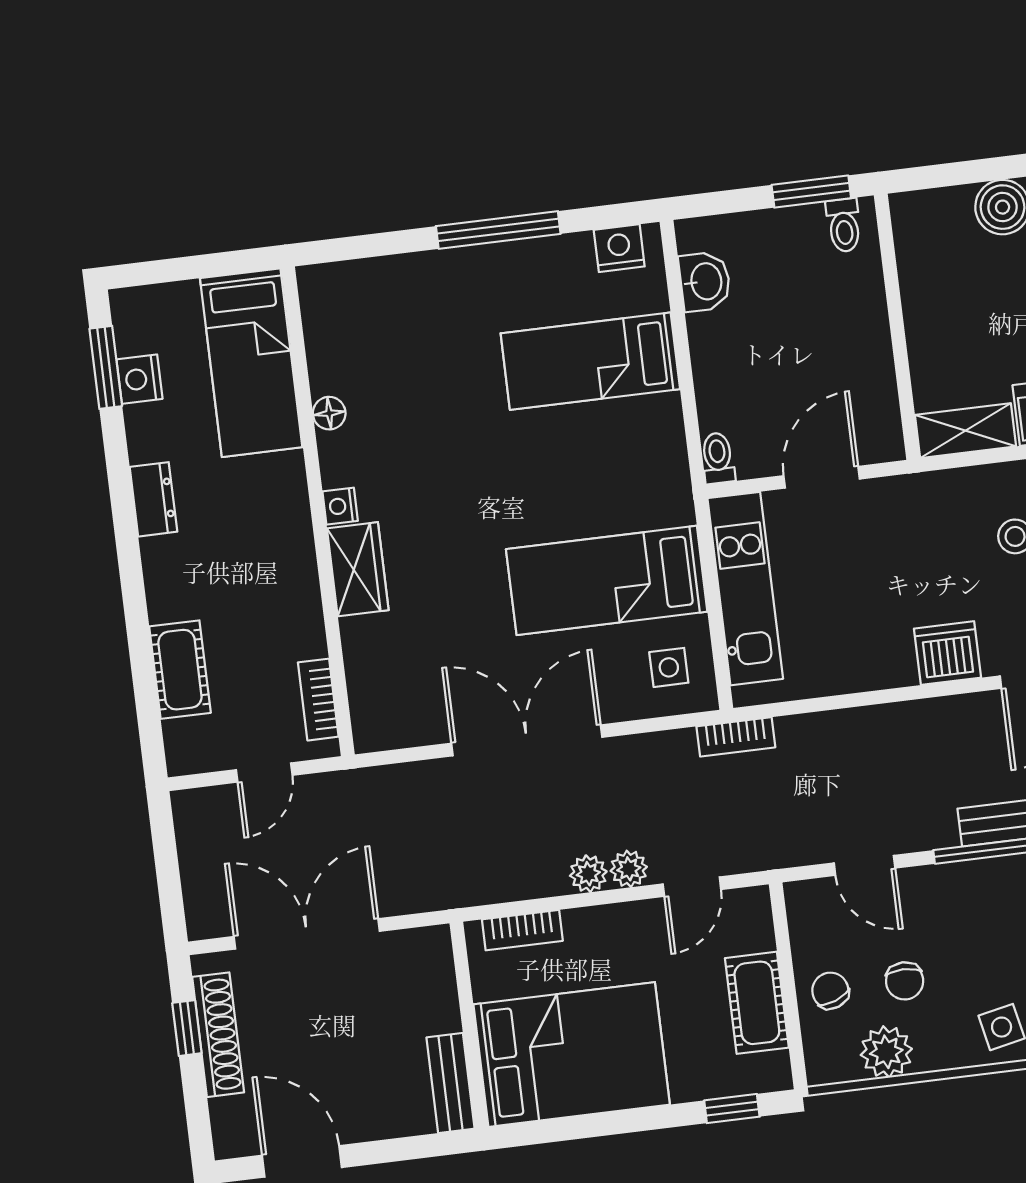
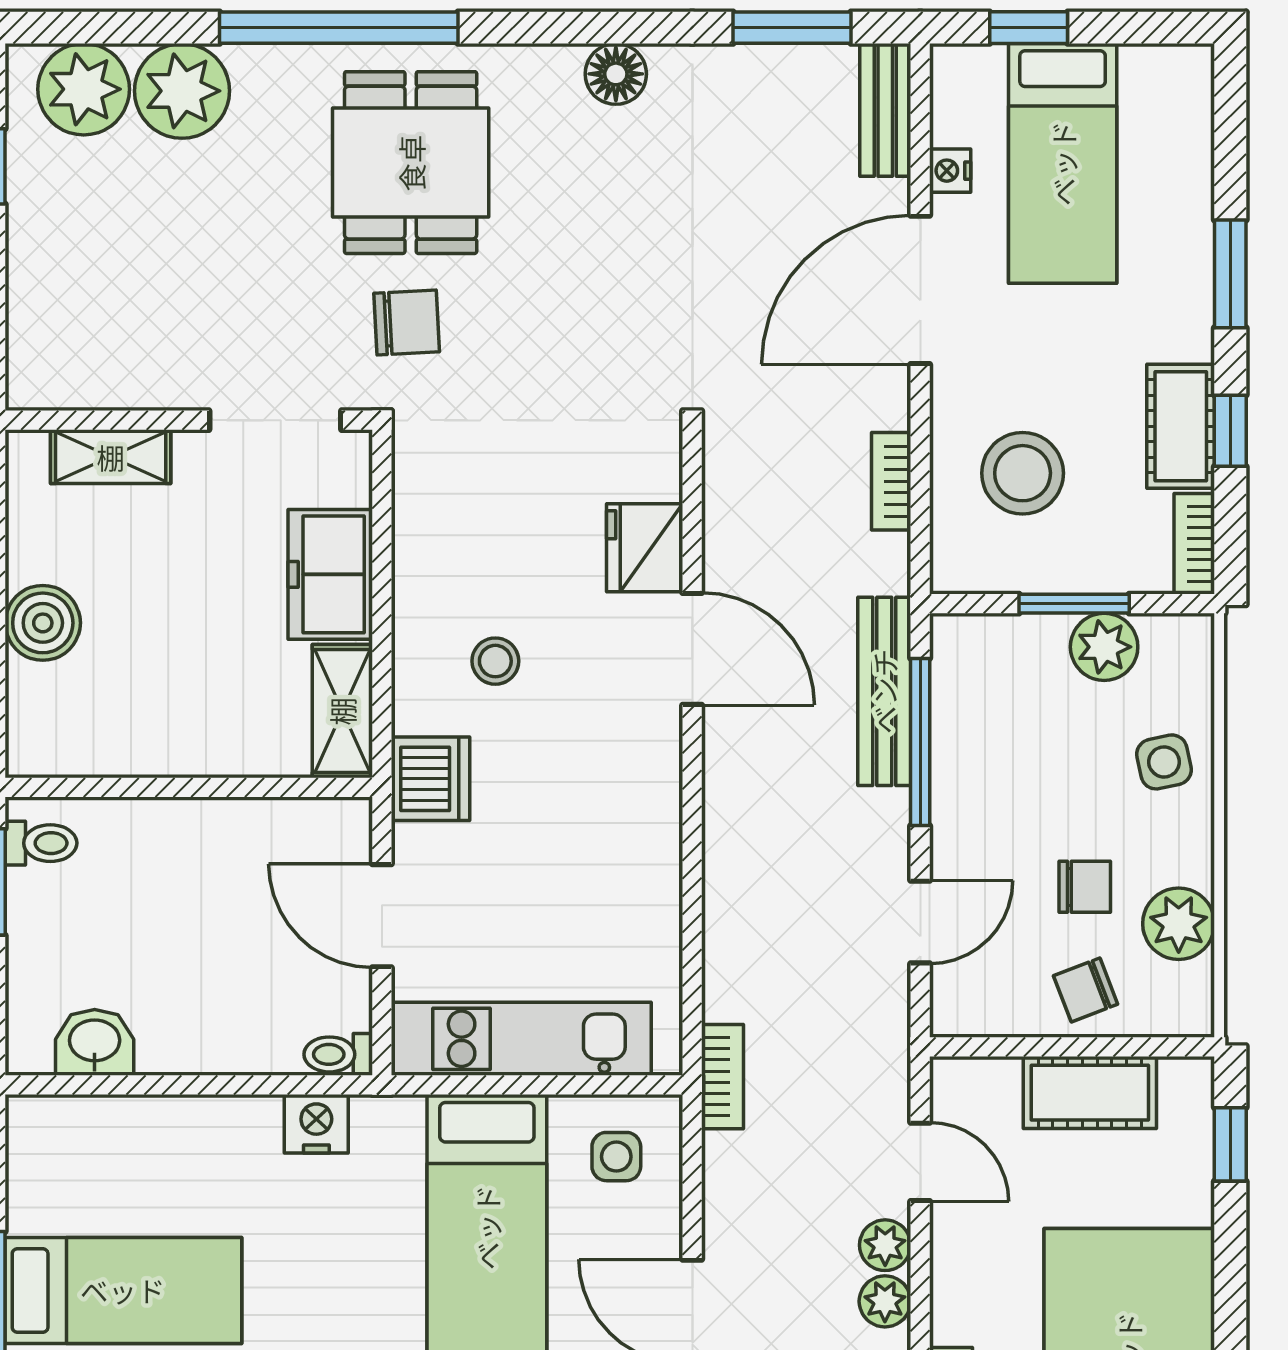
nightstand: (619, 248) -> (316, 1124), moved, turned 90
bed: (590, 361) -> (123, 1290), moved, turned -90
dishwasher: (947, 653) -> (431, 779), moved, turned 180

